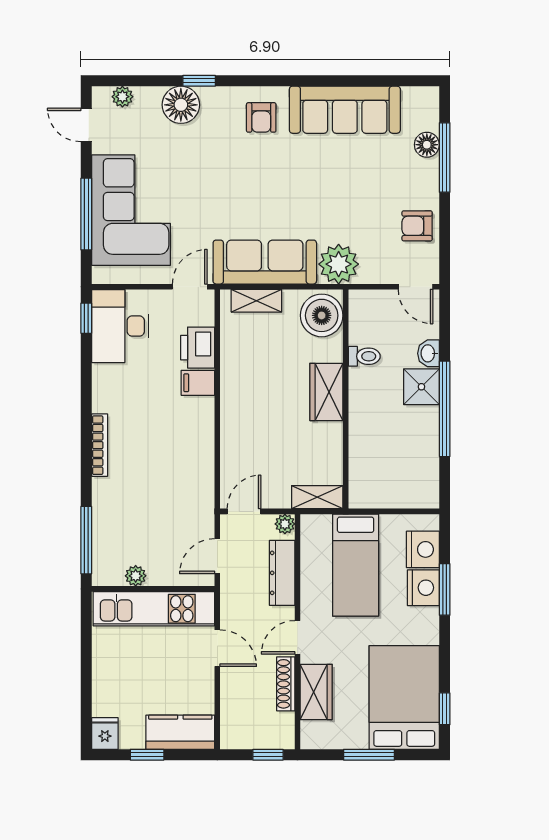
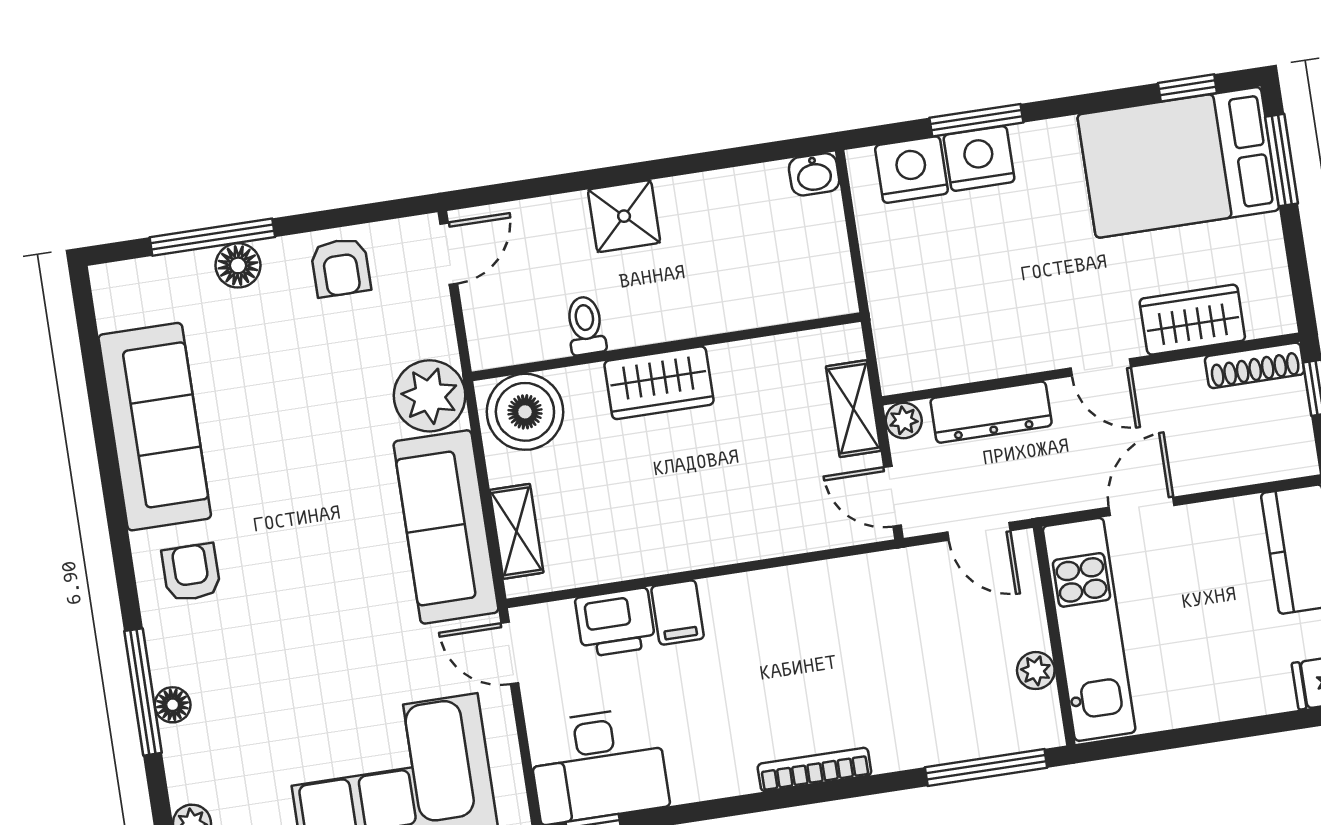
window: (199, 81) -> (143, 692), width x2.17
floor lamp: (181, 105) -> (173, 705), width x0.53, depth x0.53
armchair: (261, 117) -> (191, 572), turned -90
floor lamp: (427, 145) -> (238, 265), moved
washbasin: (428, 353) -> (814, 174), moved
window: (445, 409) -> (657, 169), removed
shelving: (317, 497) -> (853, 409), moved
bed: (356, 565) -> (957, 284), removed
shoe rack: (286, 684) -> (1255, 365), moved
window: (369, 755) -> (1282, 160), moved

